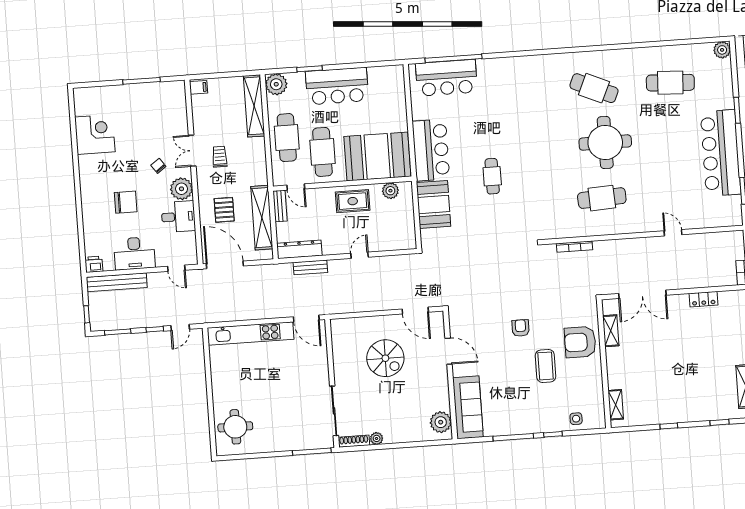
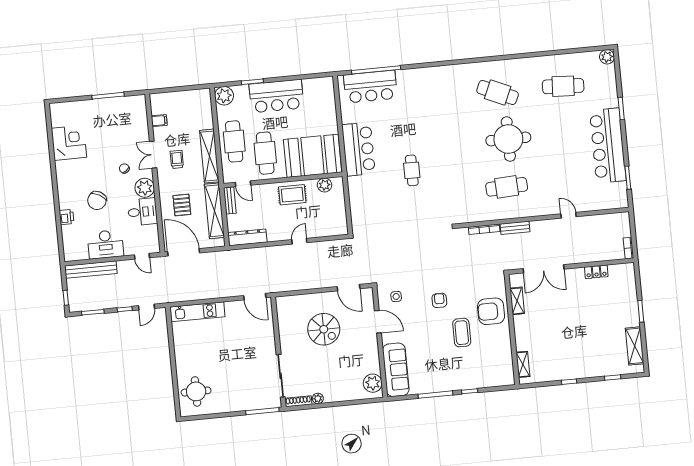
filing cabinet: (199, 87) -> (159, 121), moved
shelving: (254, 106) -> (209, 156), moved
chair: (126, 202) -> (97, 200), turned 119
booth: (434, 204) -> (362, 196), removed
printer: (94, 264) -> (67, 217), moved, turned 90
bench: (310, 267) -> (515, 228), moved
kitchen unit: (250, 334) -> (197, 312), width x0.73
side table: (576, 419) -> (396, 296), moved

